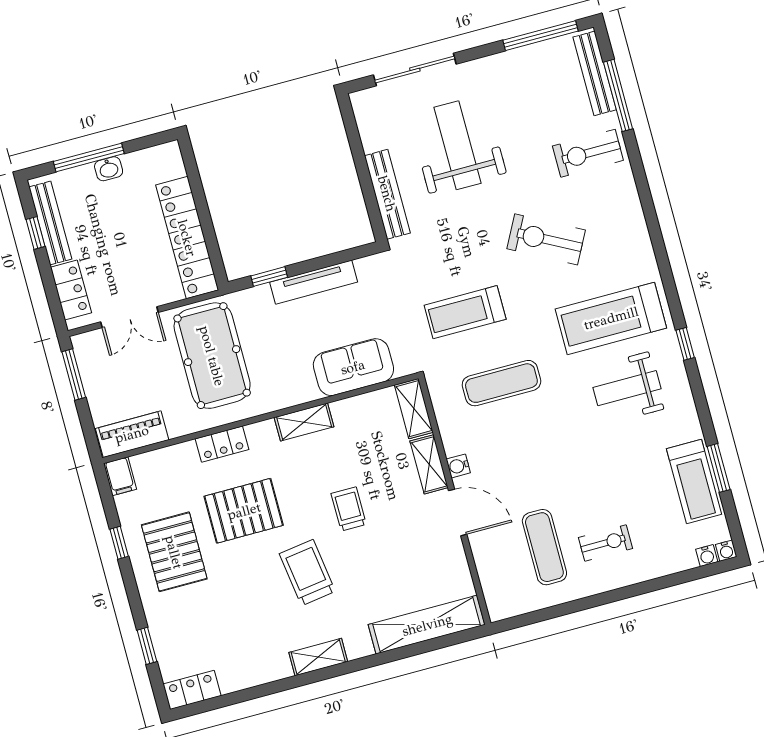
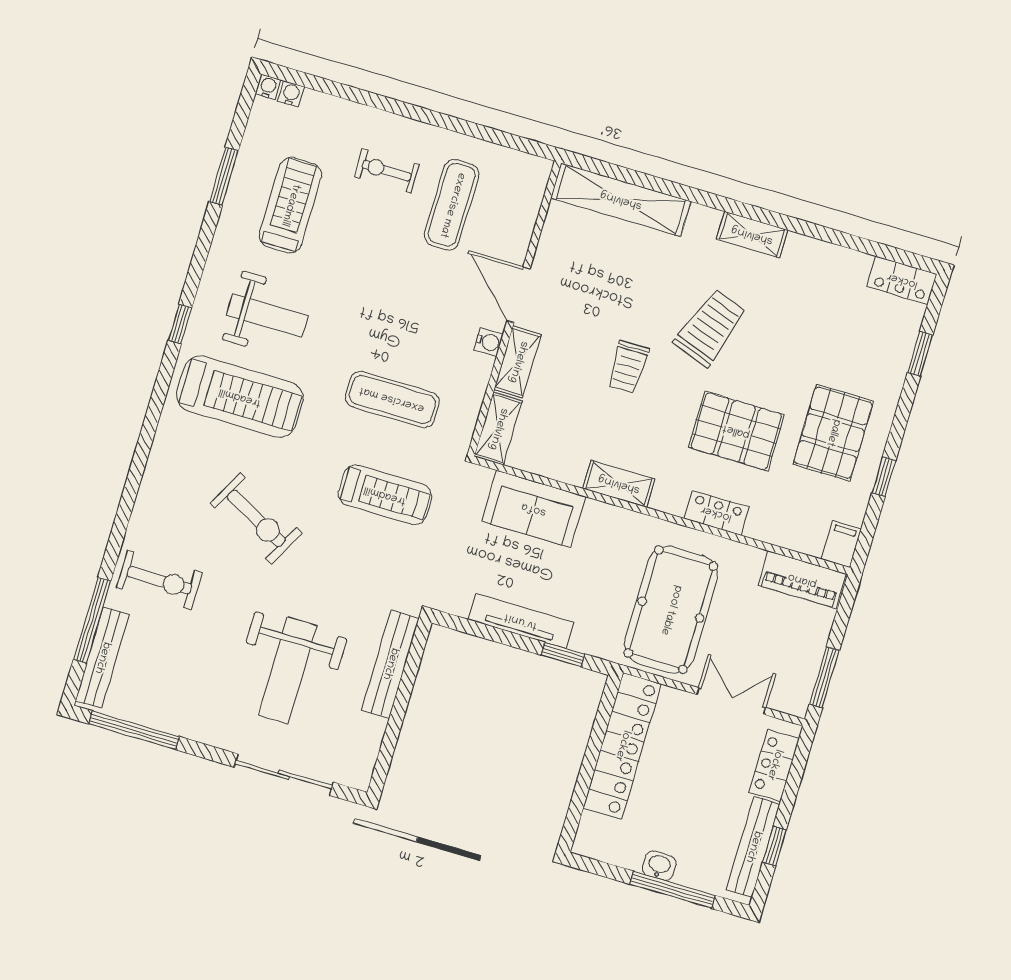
treadmill: (694, 481) -> (290, 205), moved
trolley: (307, 573) -> (710, 328), turned -152

